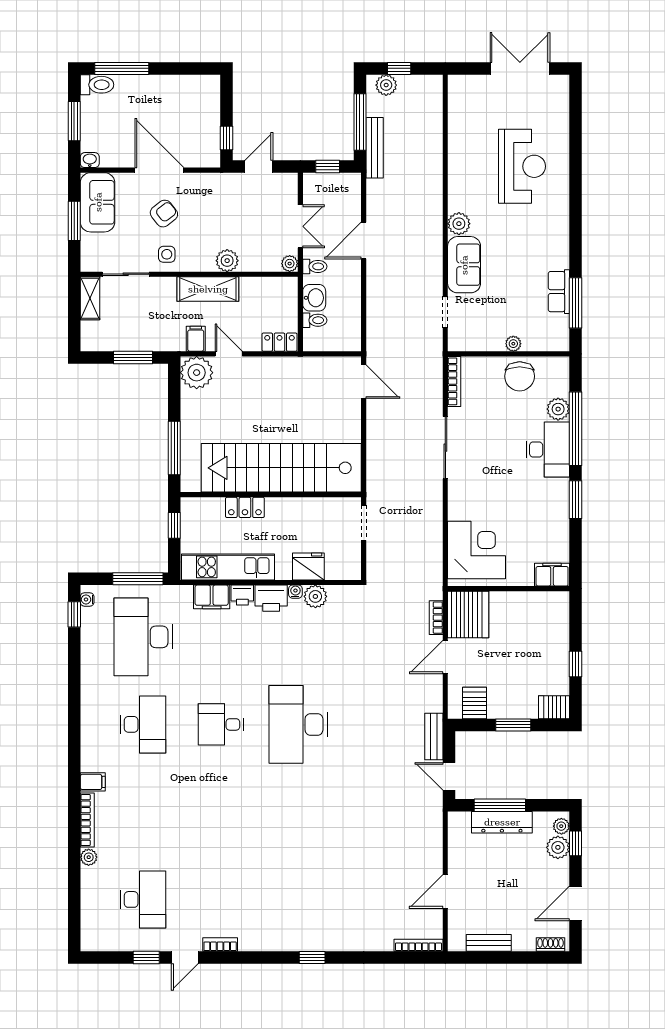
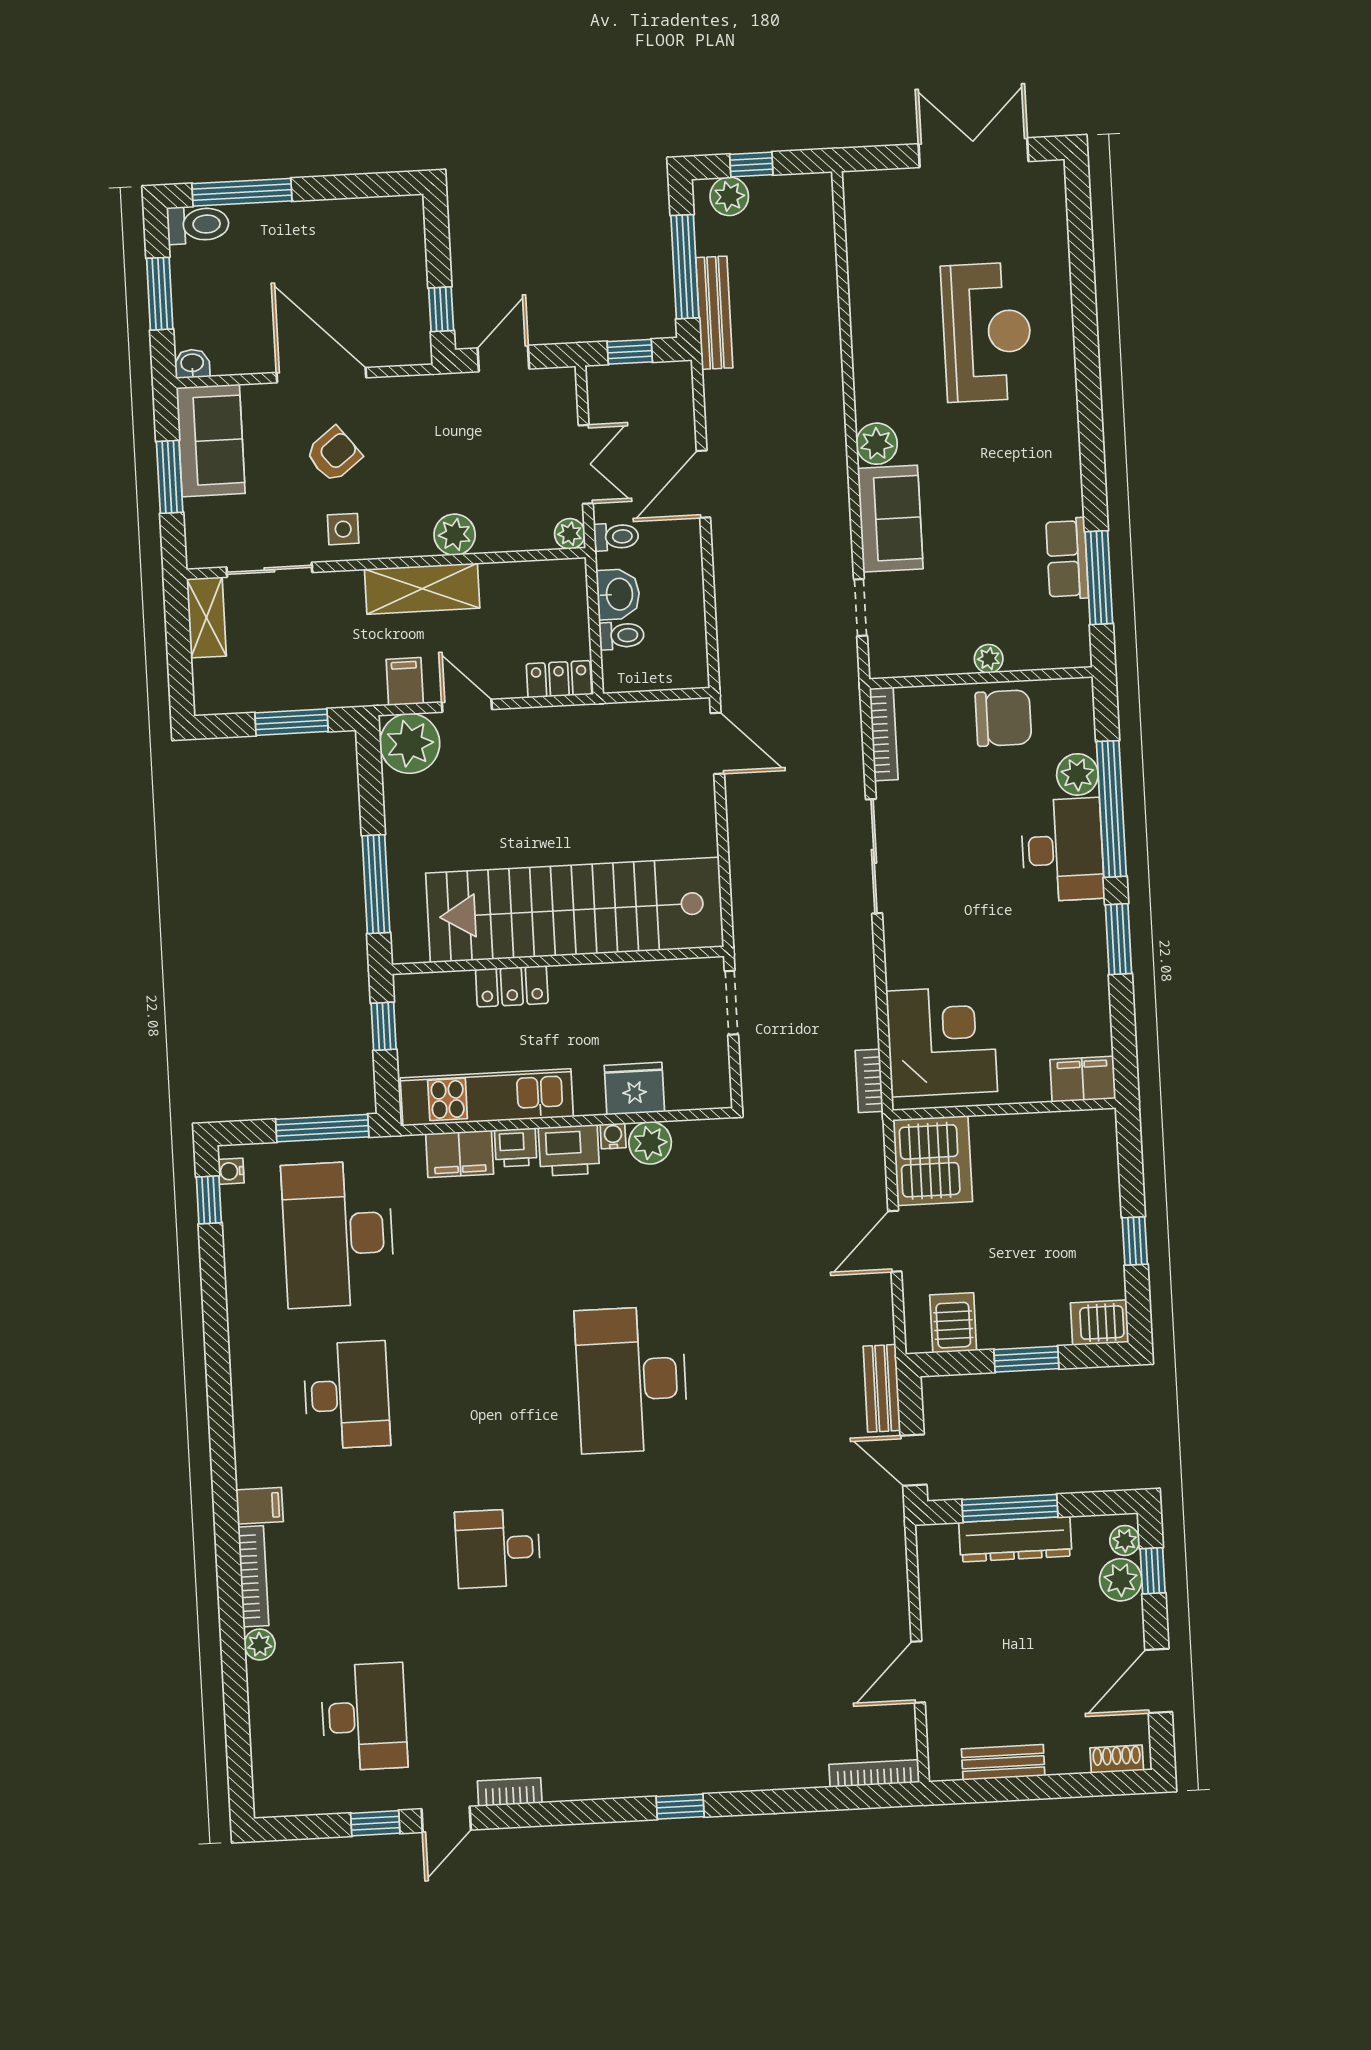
chair: (520, 376) -> (1003, 718), turned -90
bookcase: (436, 618) -> (869, 1081), moved
desk: (221, 724) -> (498, 1548), moved

